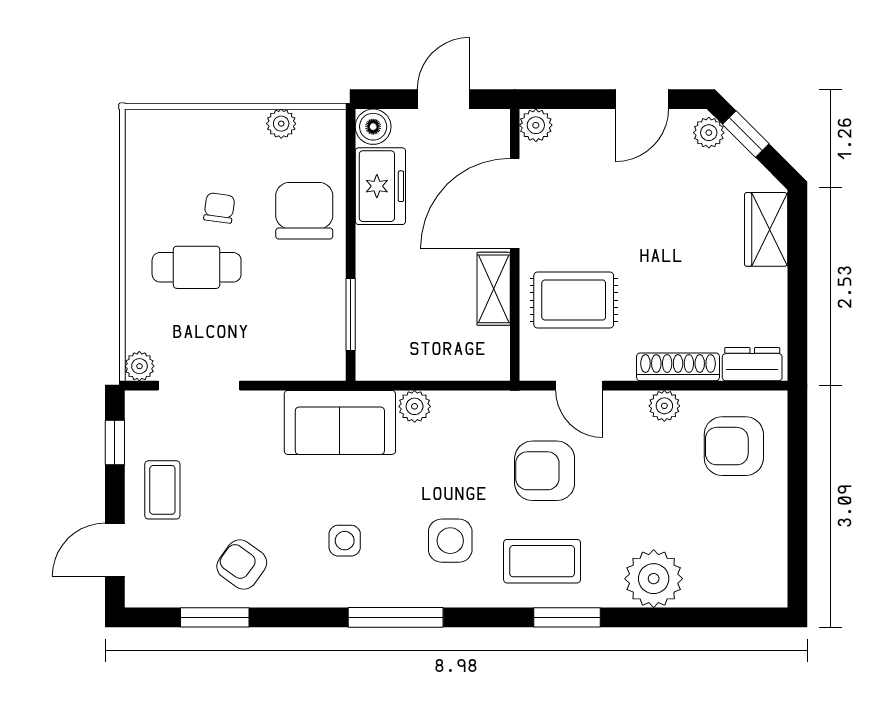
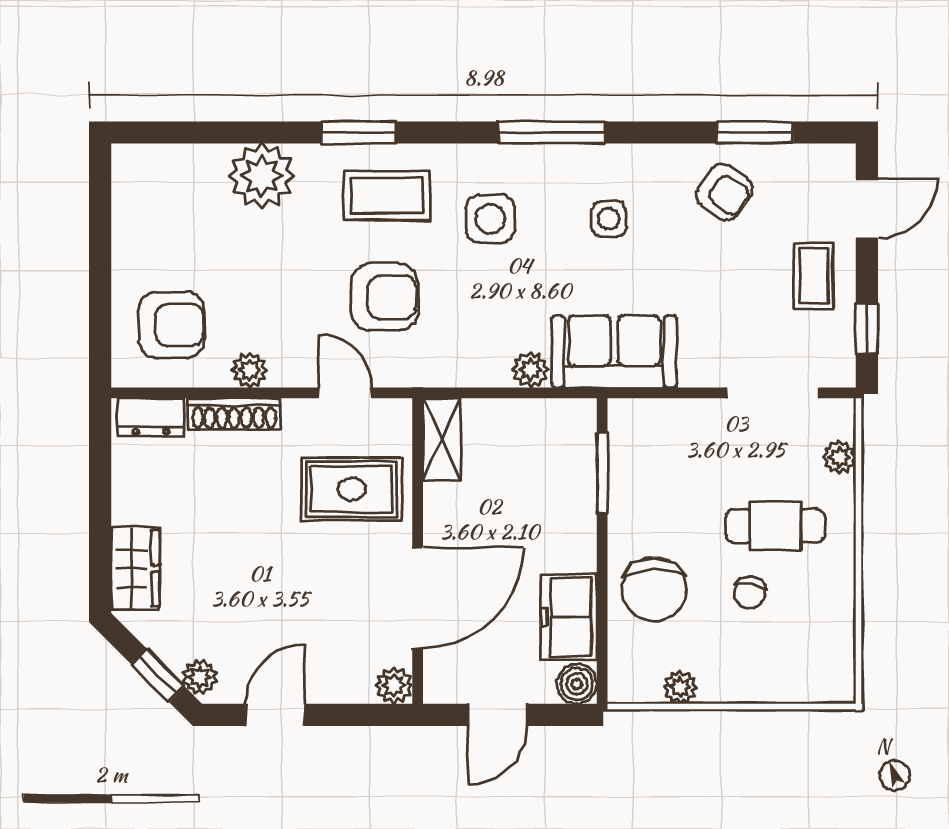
shelving: (494, 289) -> (441, 439), moved
plant: (139, 366) -> (839, 457), moved

